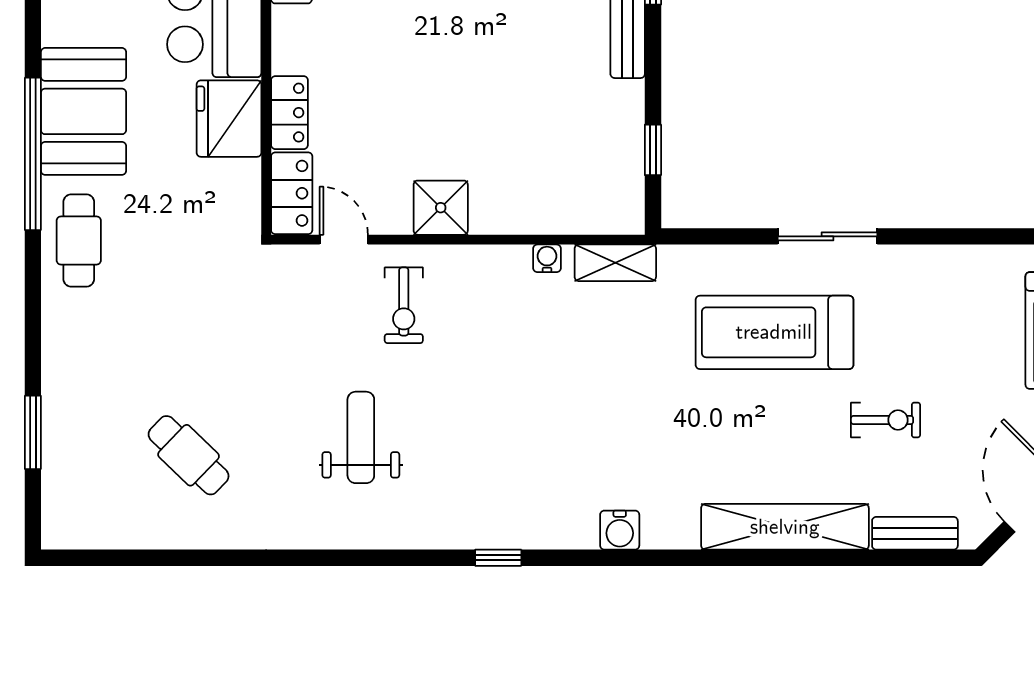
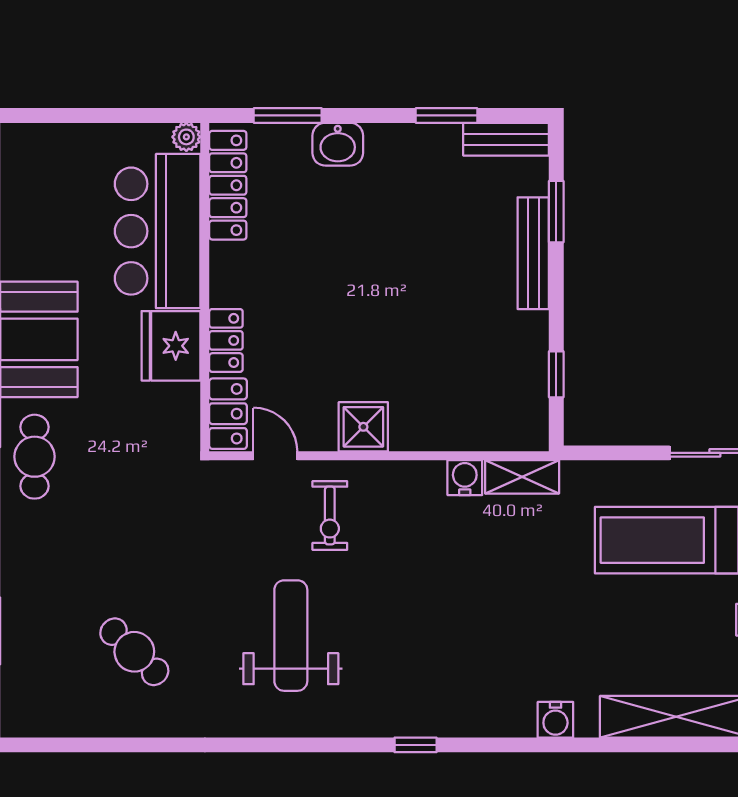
water cooler: (547, 258) -> (465, 478), width x1.38, depth x1.38
weight bench: (361, 437) -> (291, 636), width x1.36, depth x1.33
water cooler: (620, 530) -> (555, 720), moved

